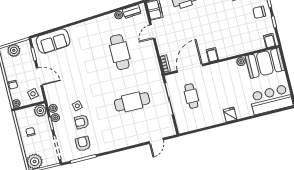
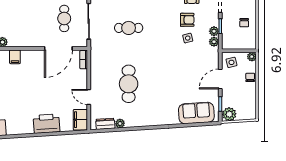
door: (152, 32) -> (89, 97), swing flipped
plant: (14, 50) -> (229, 114), moved
filing cabinet: (212, 55) -> (15, 57), moved
door: (39, 77) -> (220, 79), hinge flipped
cafe table: (132, 102) -> (129, 28), width x0.73, depth x0.74
plant: (40, 111) -> (228, 43), removed

